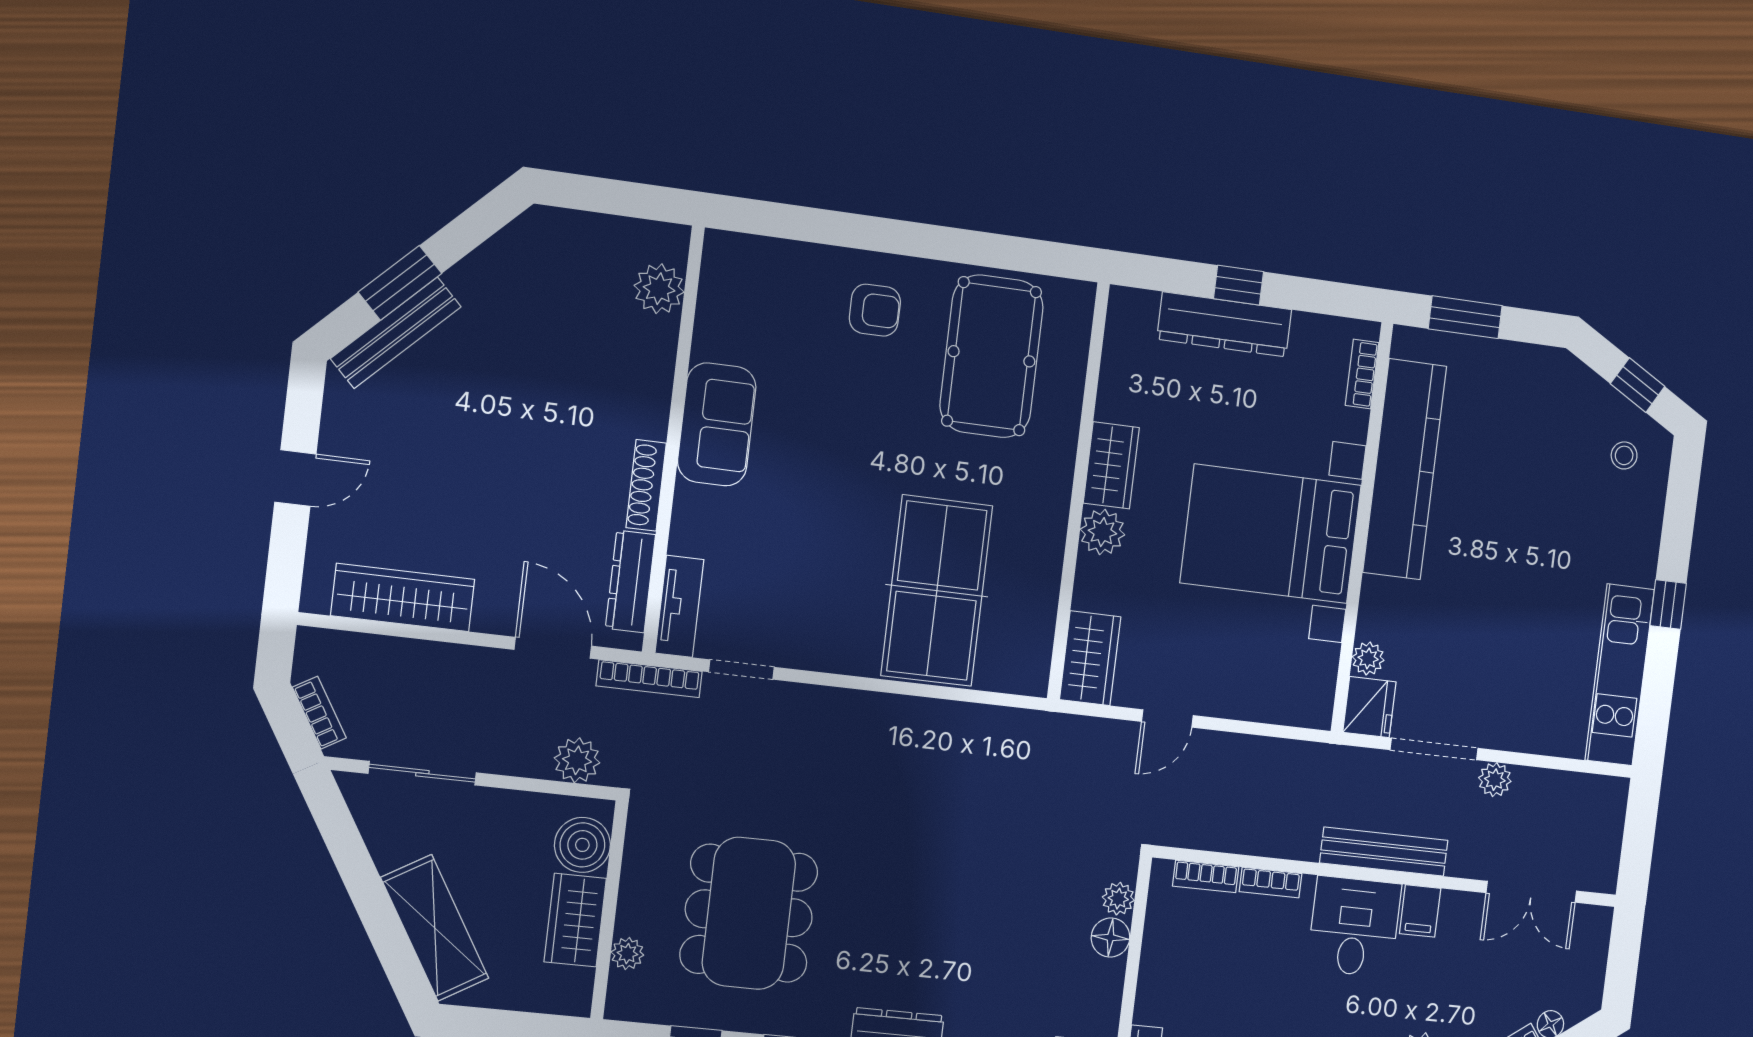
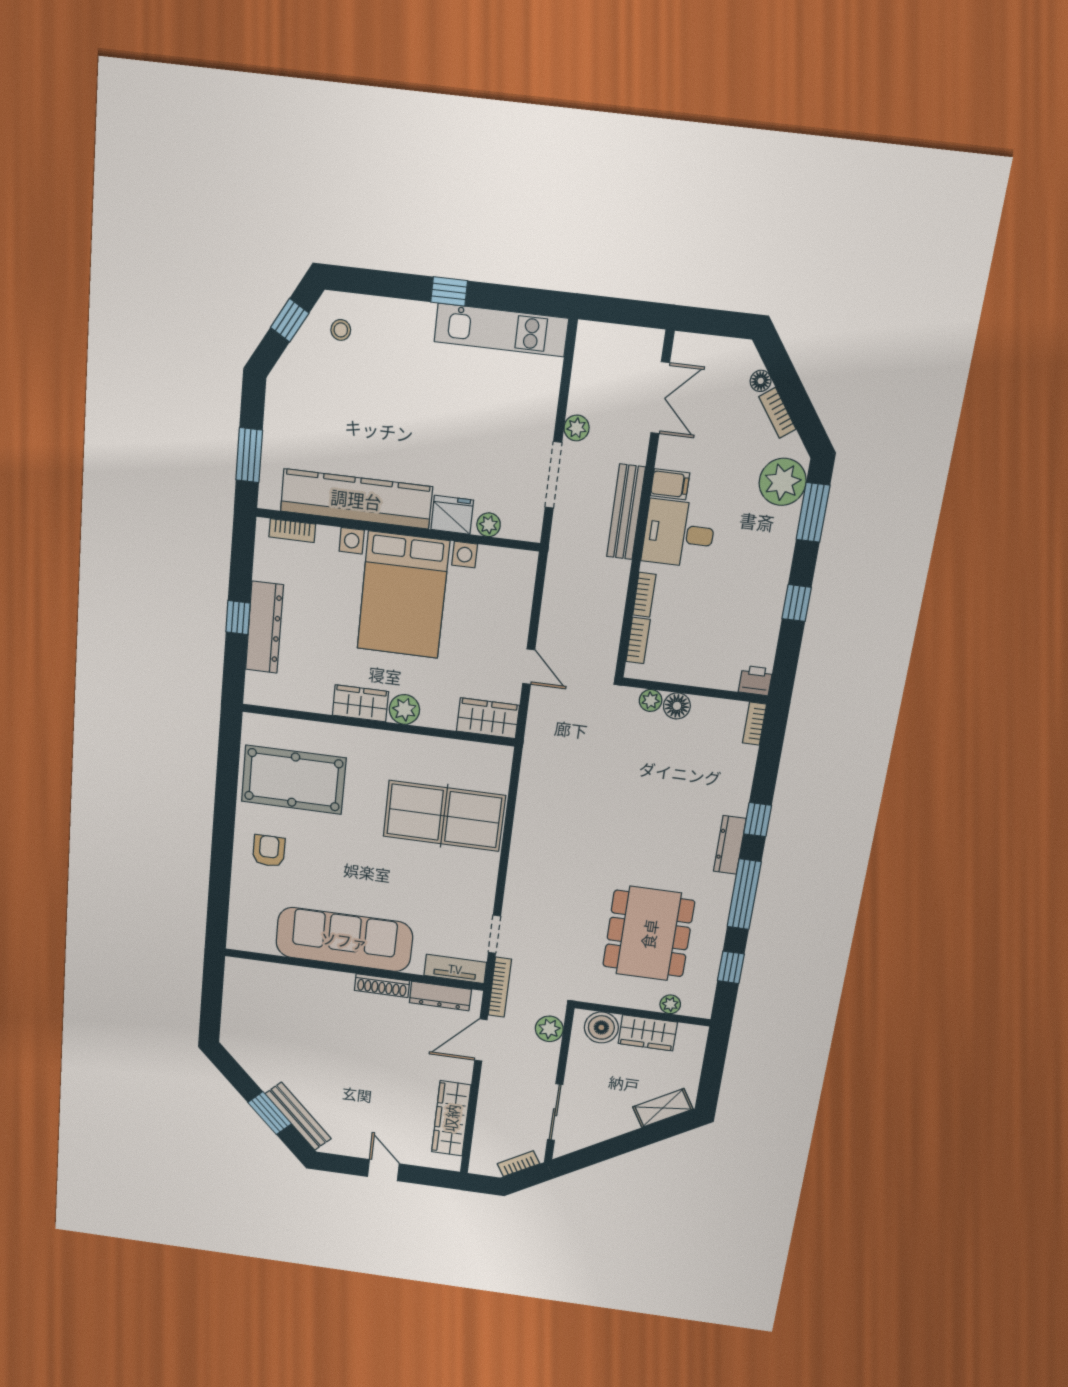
plant: (659, 289) -> (264, 975), removed
sofa: (717, 424) -> (344, 940), width x1.85, depth x1.27
fridge: (1369, 707) -> (452, 515), moved
dining table: (749, 913) -> (649, 934), turned 90
shelving: (435, 928) -> (663, 1108), width x0.67, depth x0.75

